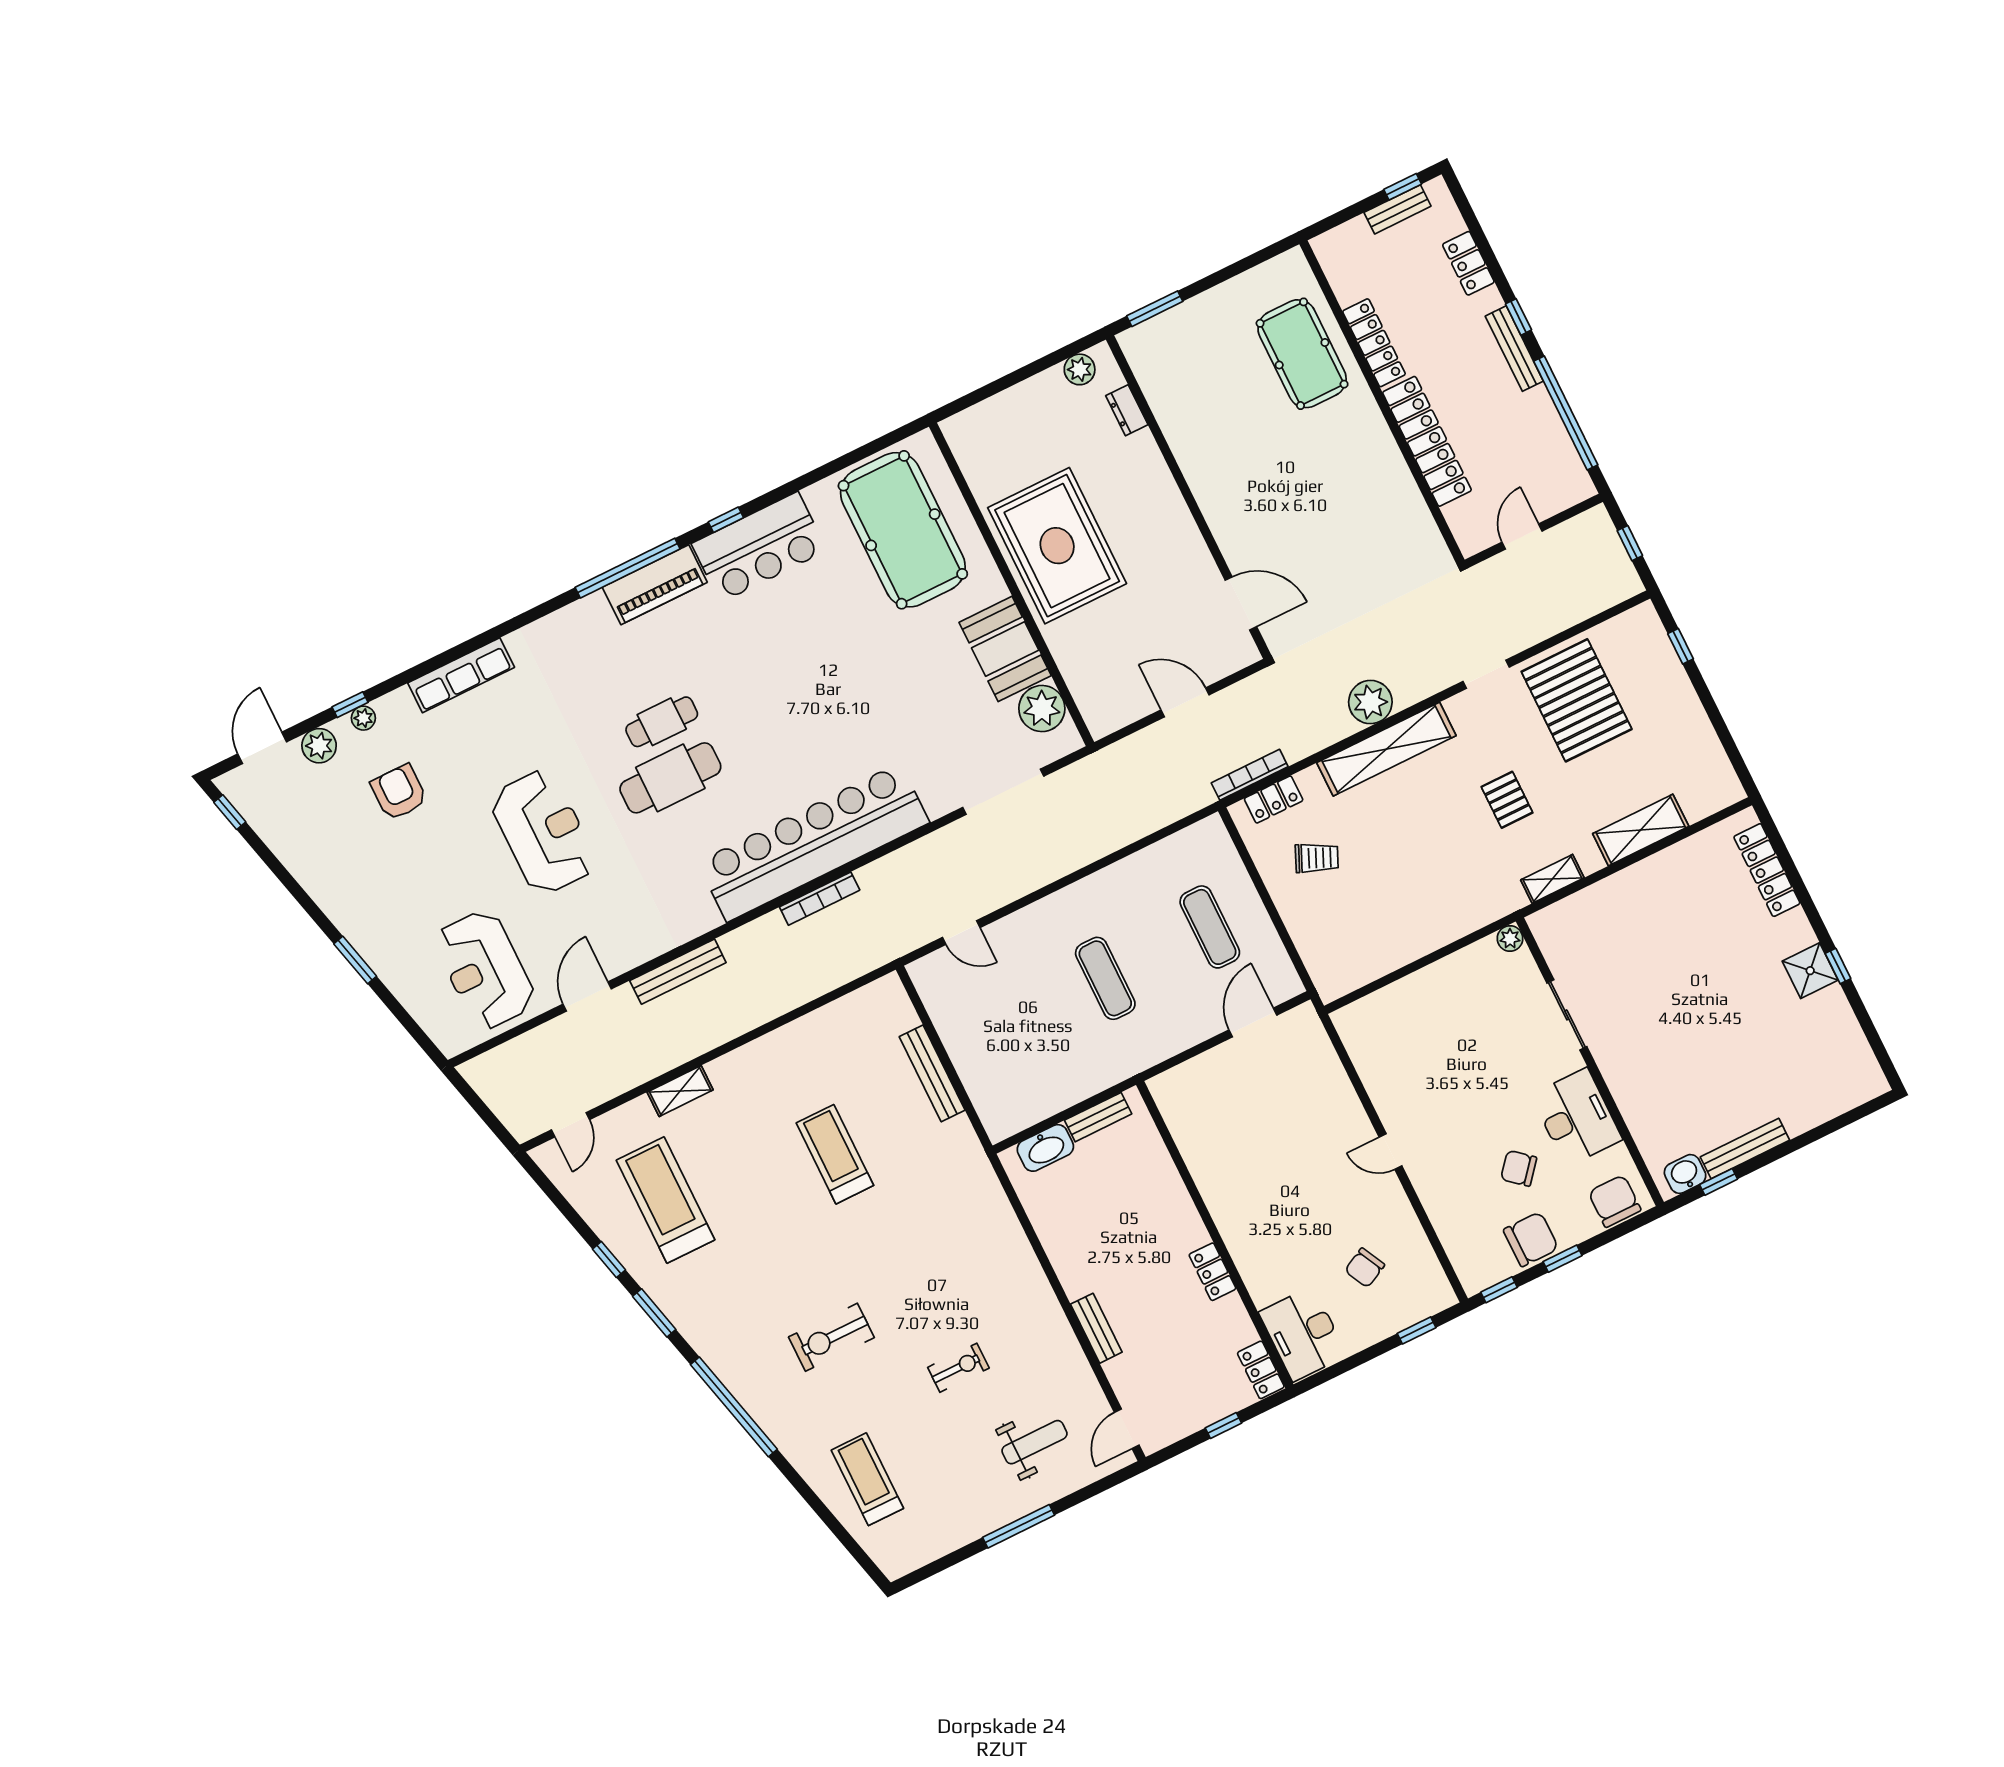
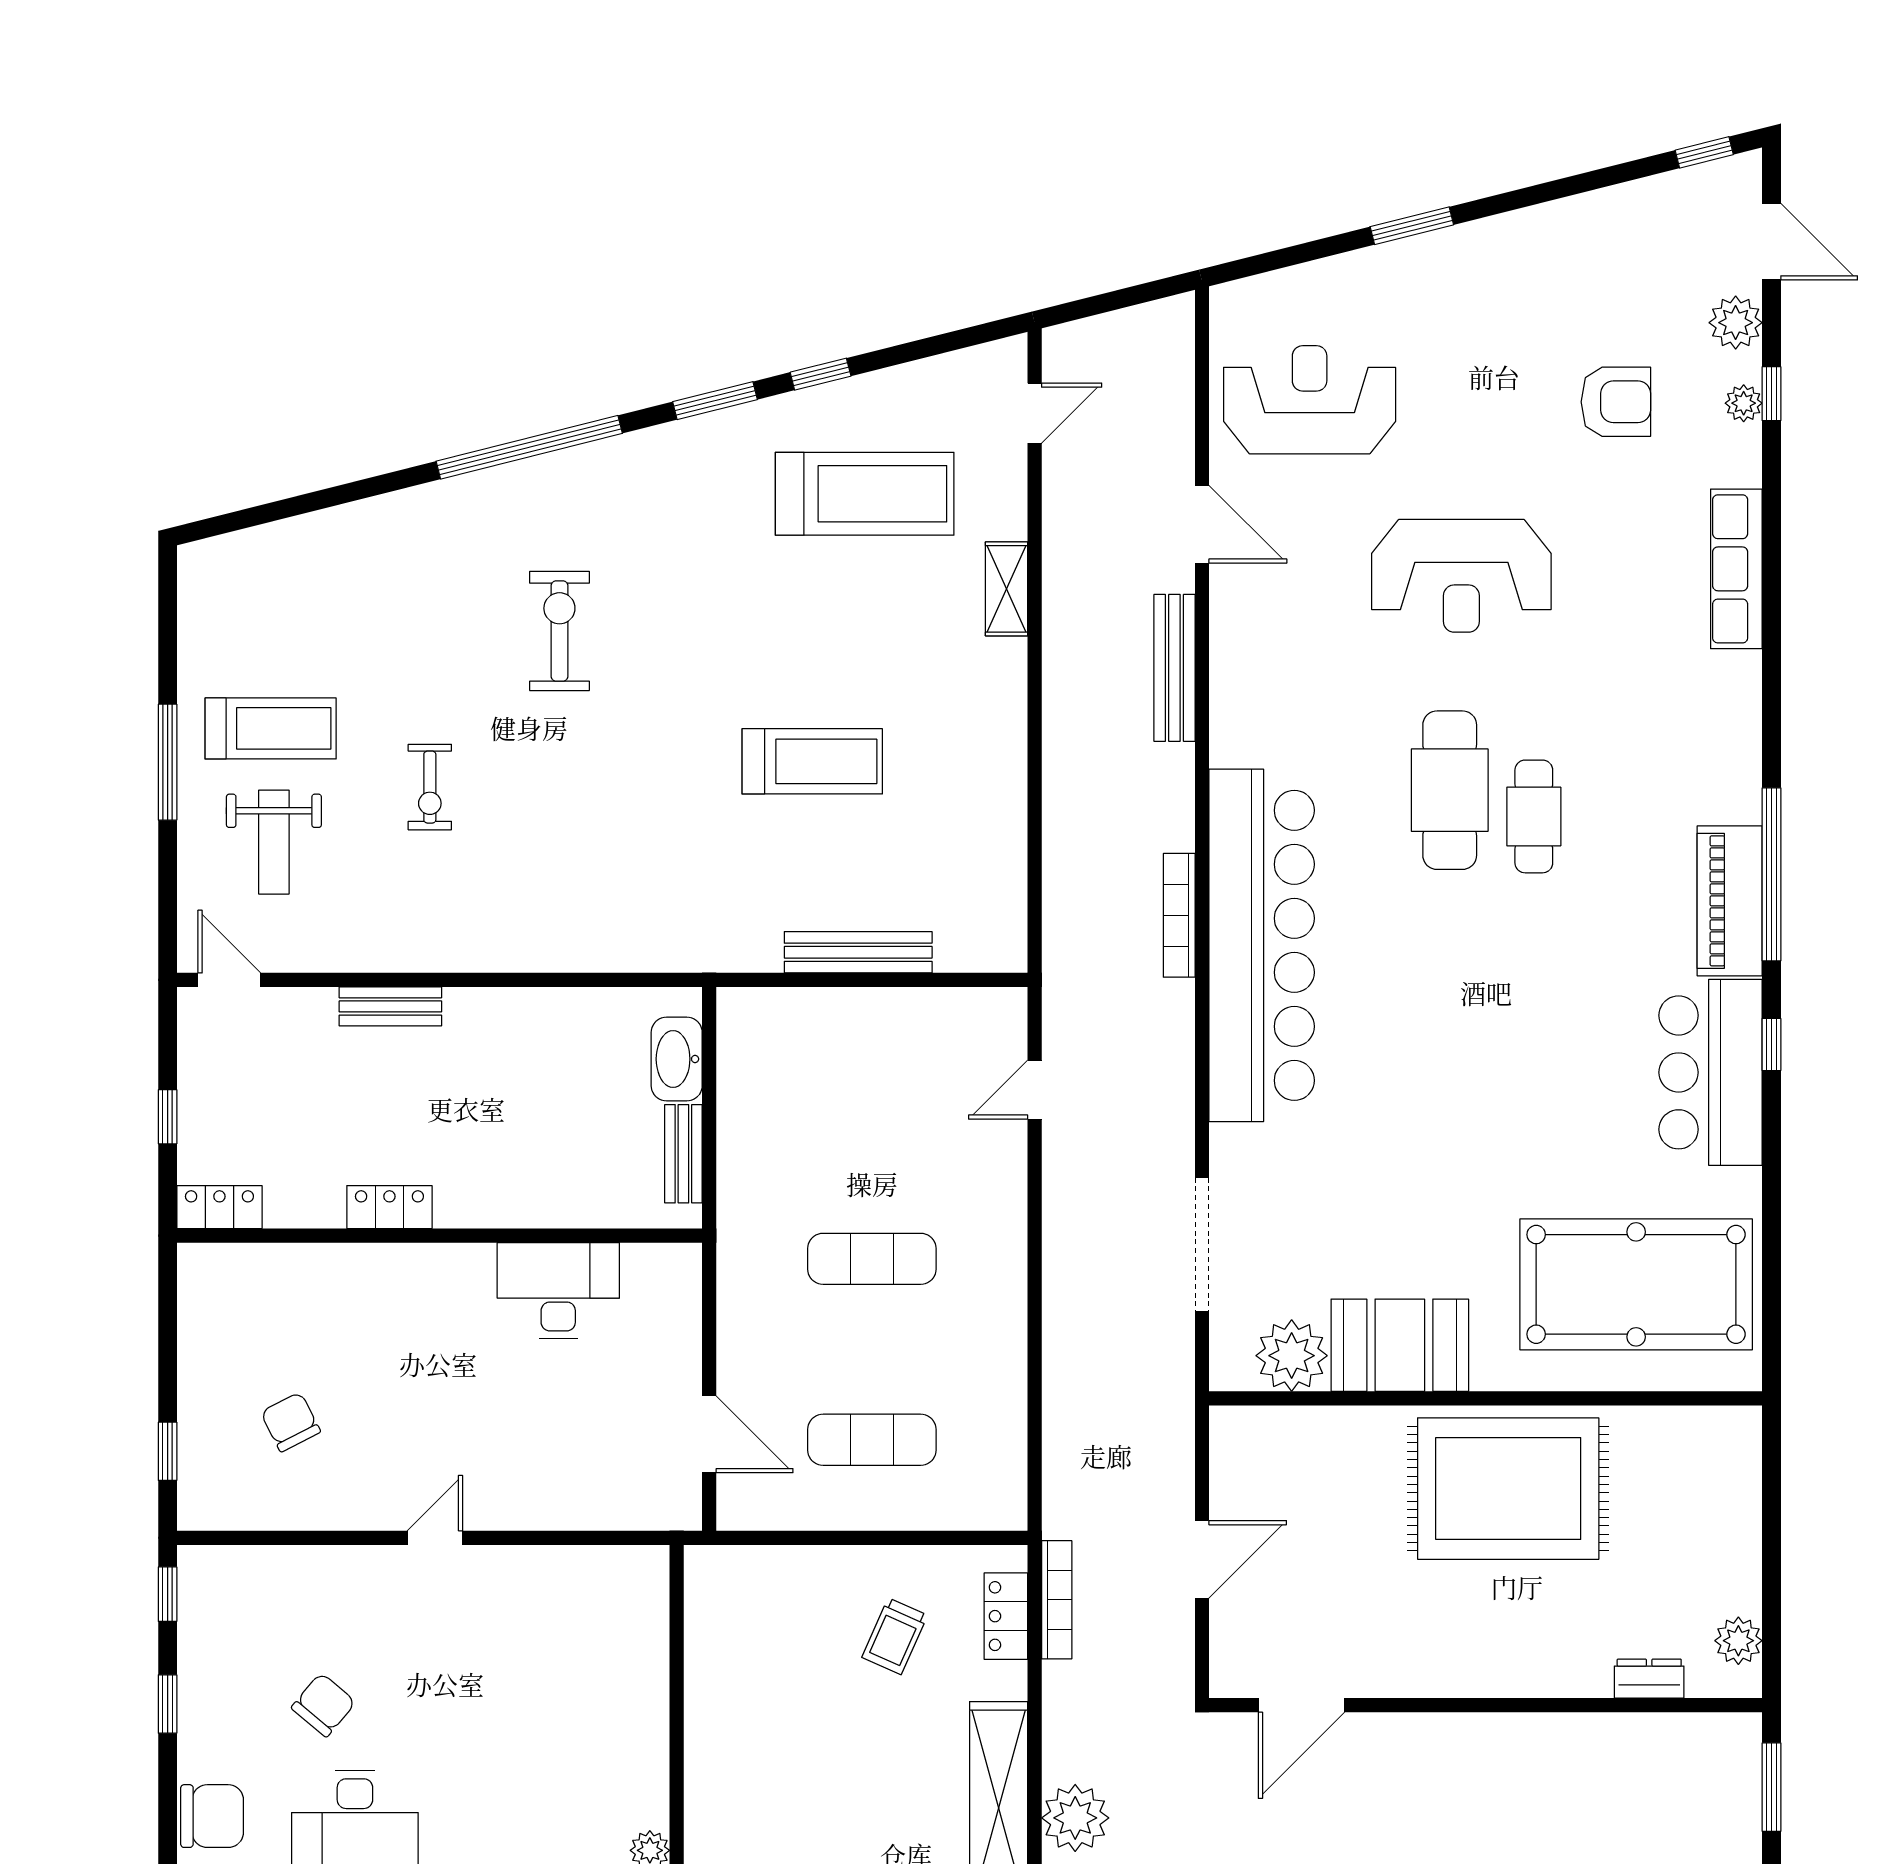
door: (571, 1125) -> (1035, 413), swing flipped
chair: (1531, 1239) -> (216, 1673), removed
desk: (1303, 1334) -> (558, 1291), moved
treadmill: (867, 1479) -> (271, 728), moved

